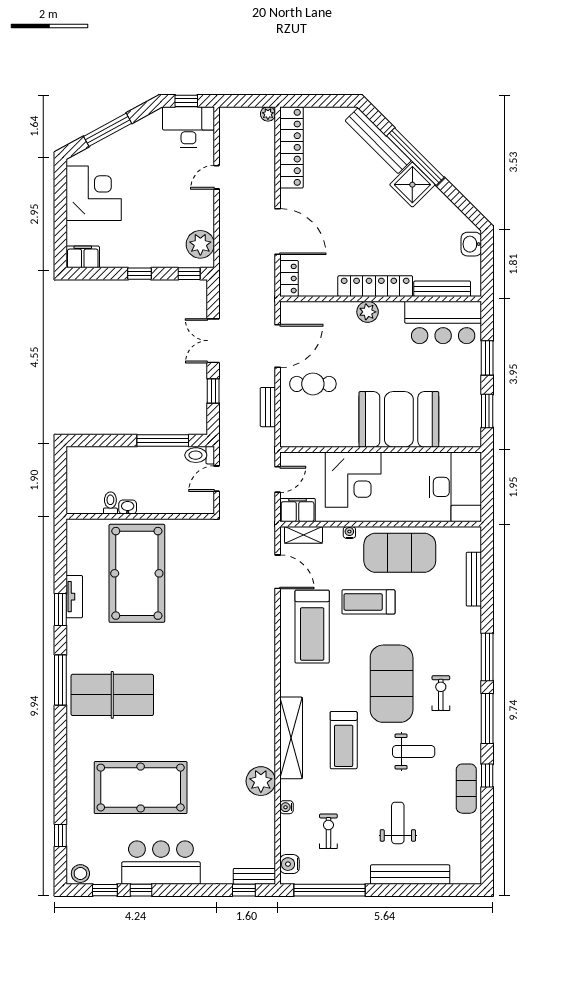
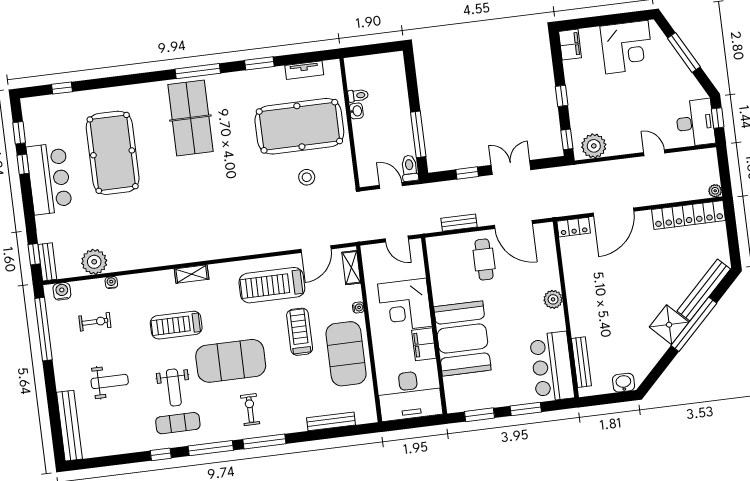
locker: (375, 286) -> (576, 303), removed
filing cabinet: (298, 510) -> (424, 344), moved, turned 180
tv unit: (74, 597) -> (304, 70), moved
exercise bike: (441, 693) -> (250, 410), moved, turned -90
shelving: (291, 738) -> (192, 274), width x0.45, depth x0.75
plant: (261, 781) -> (94, 262), moved
exercise mat: (466, 789) -> (178, 423), moved
stool: (80, 874) -> (307, 177), moved
bench: (410, 875) -> (69, 426), moved

